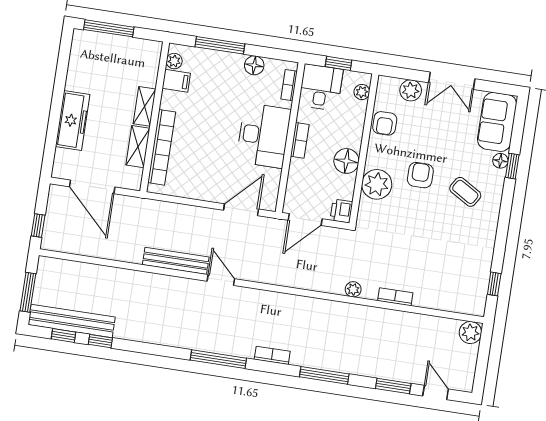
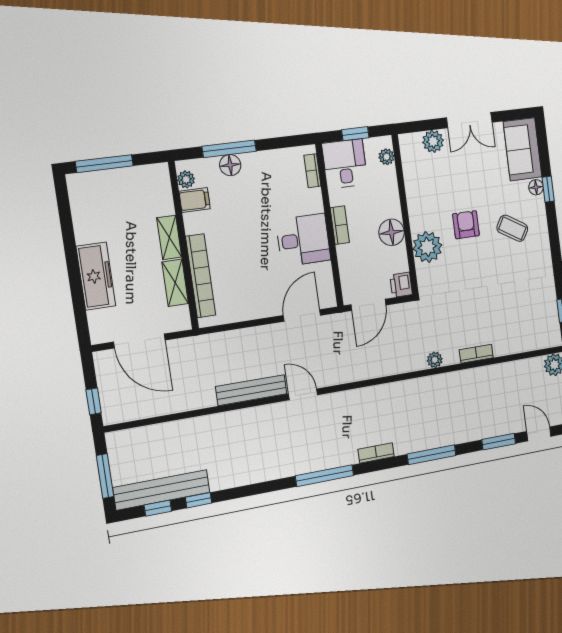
floor lamp: (254, 65) -> (230, 165), moved
armchair: (385, 123) -> (418, 182), removed
desk: (264, 135) -> (303, 240), width x0.73

